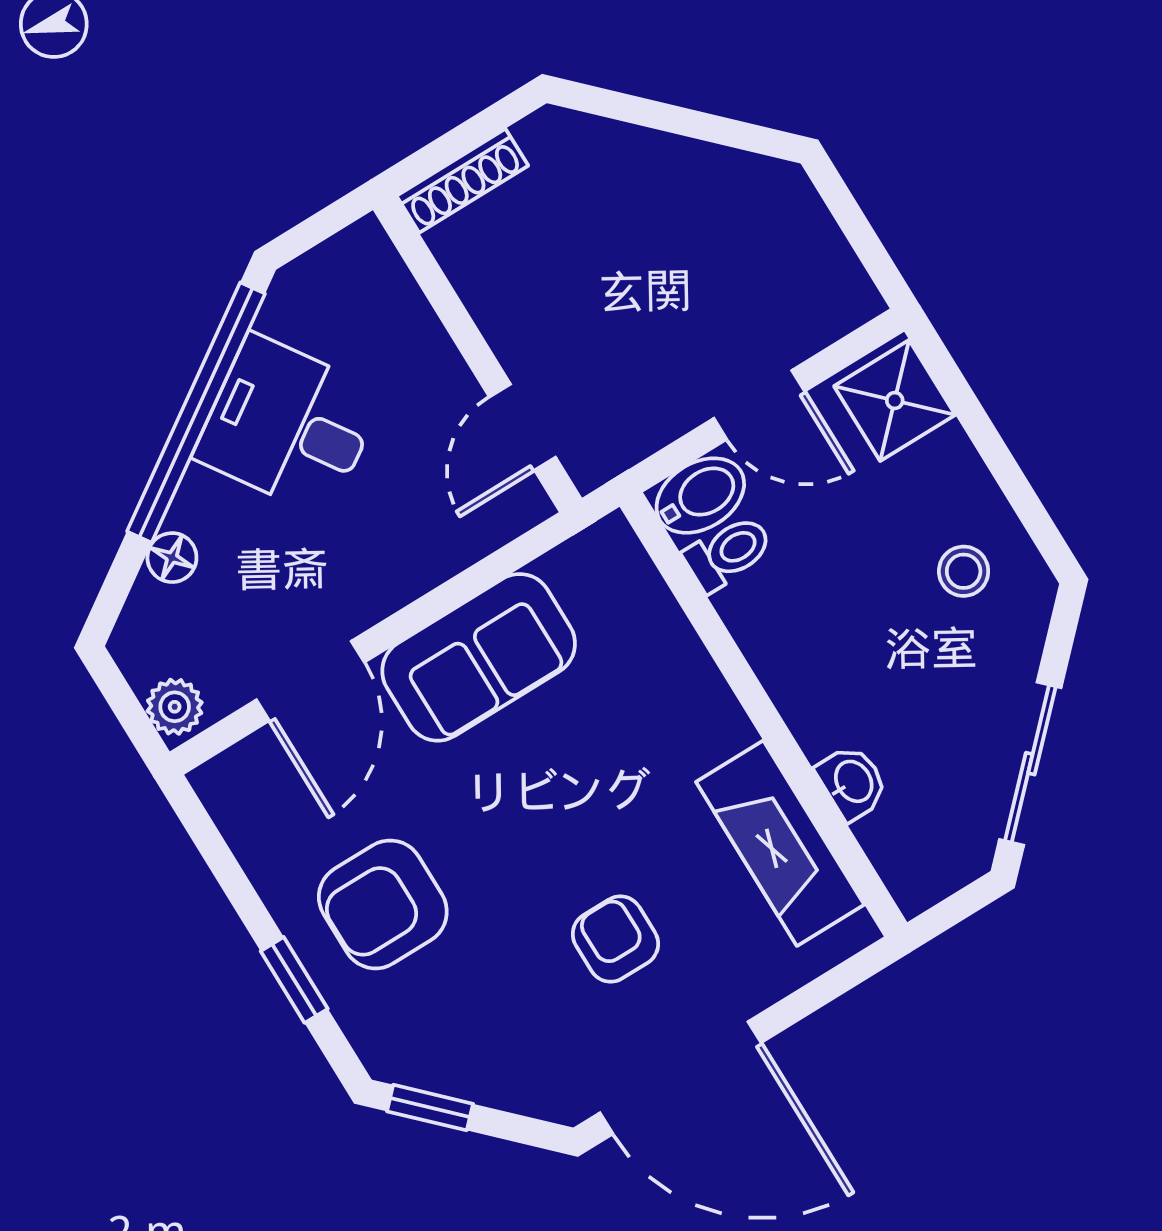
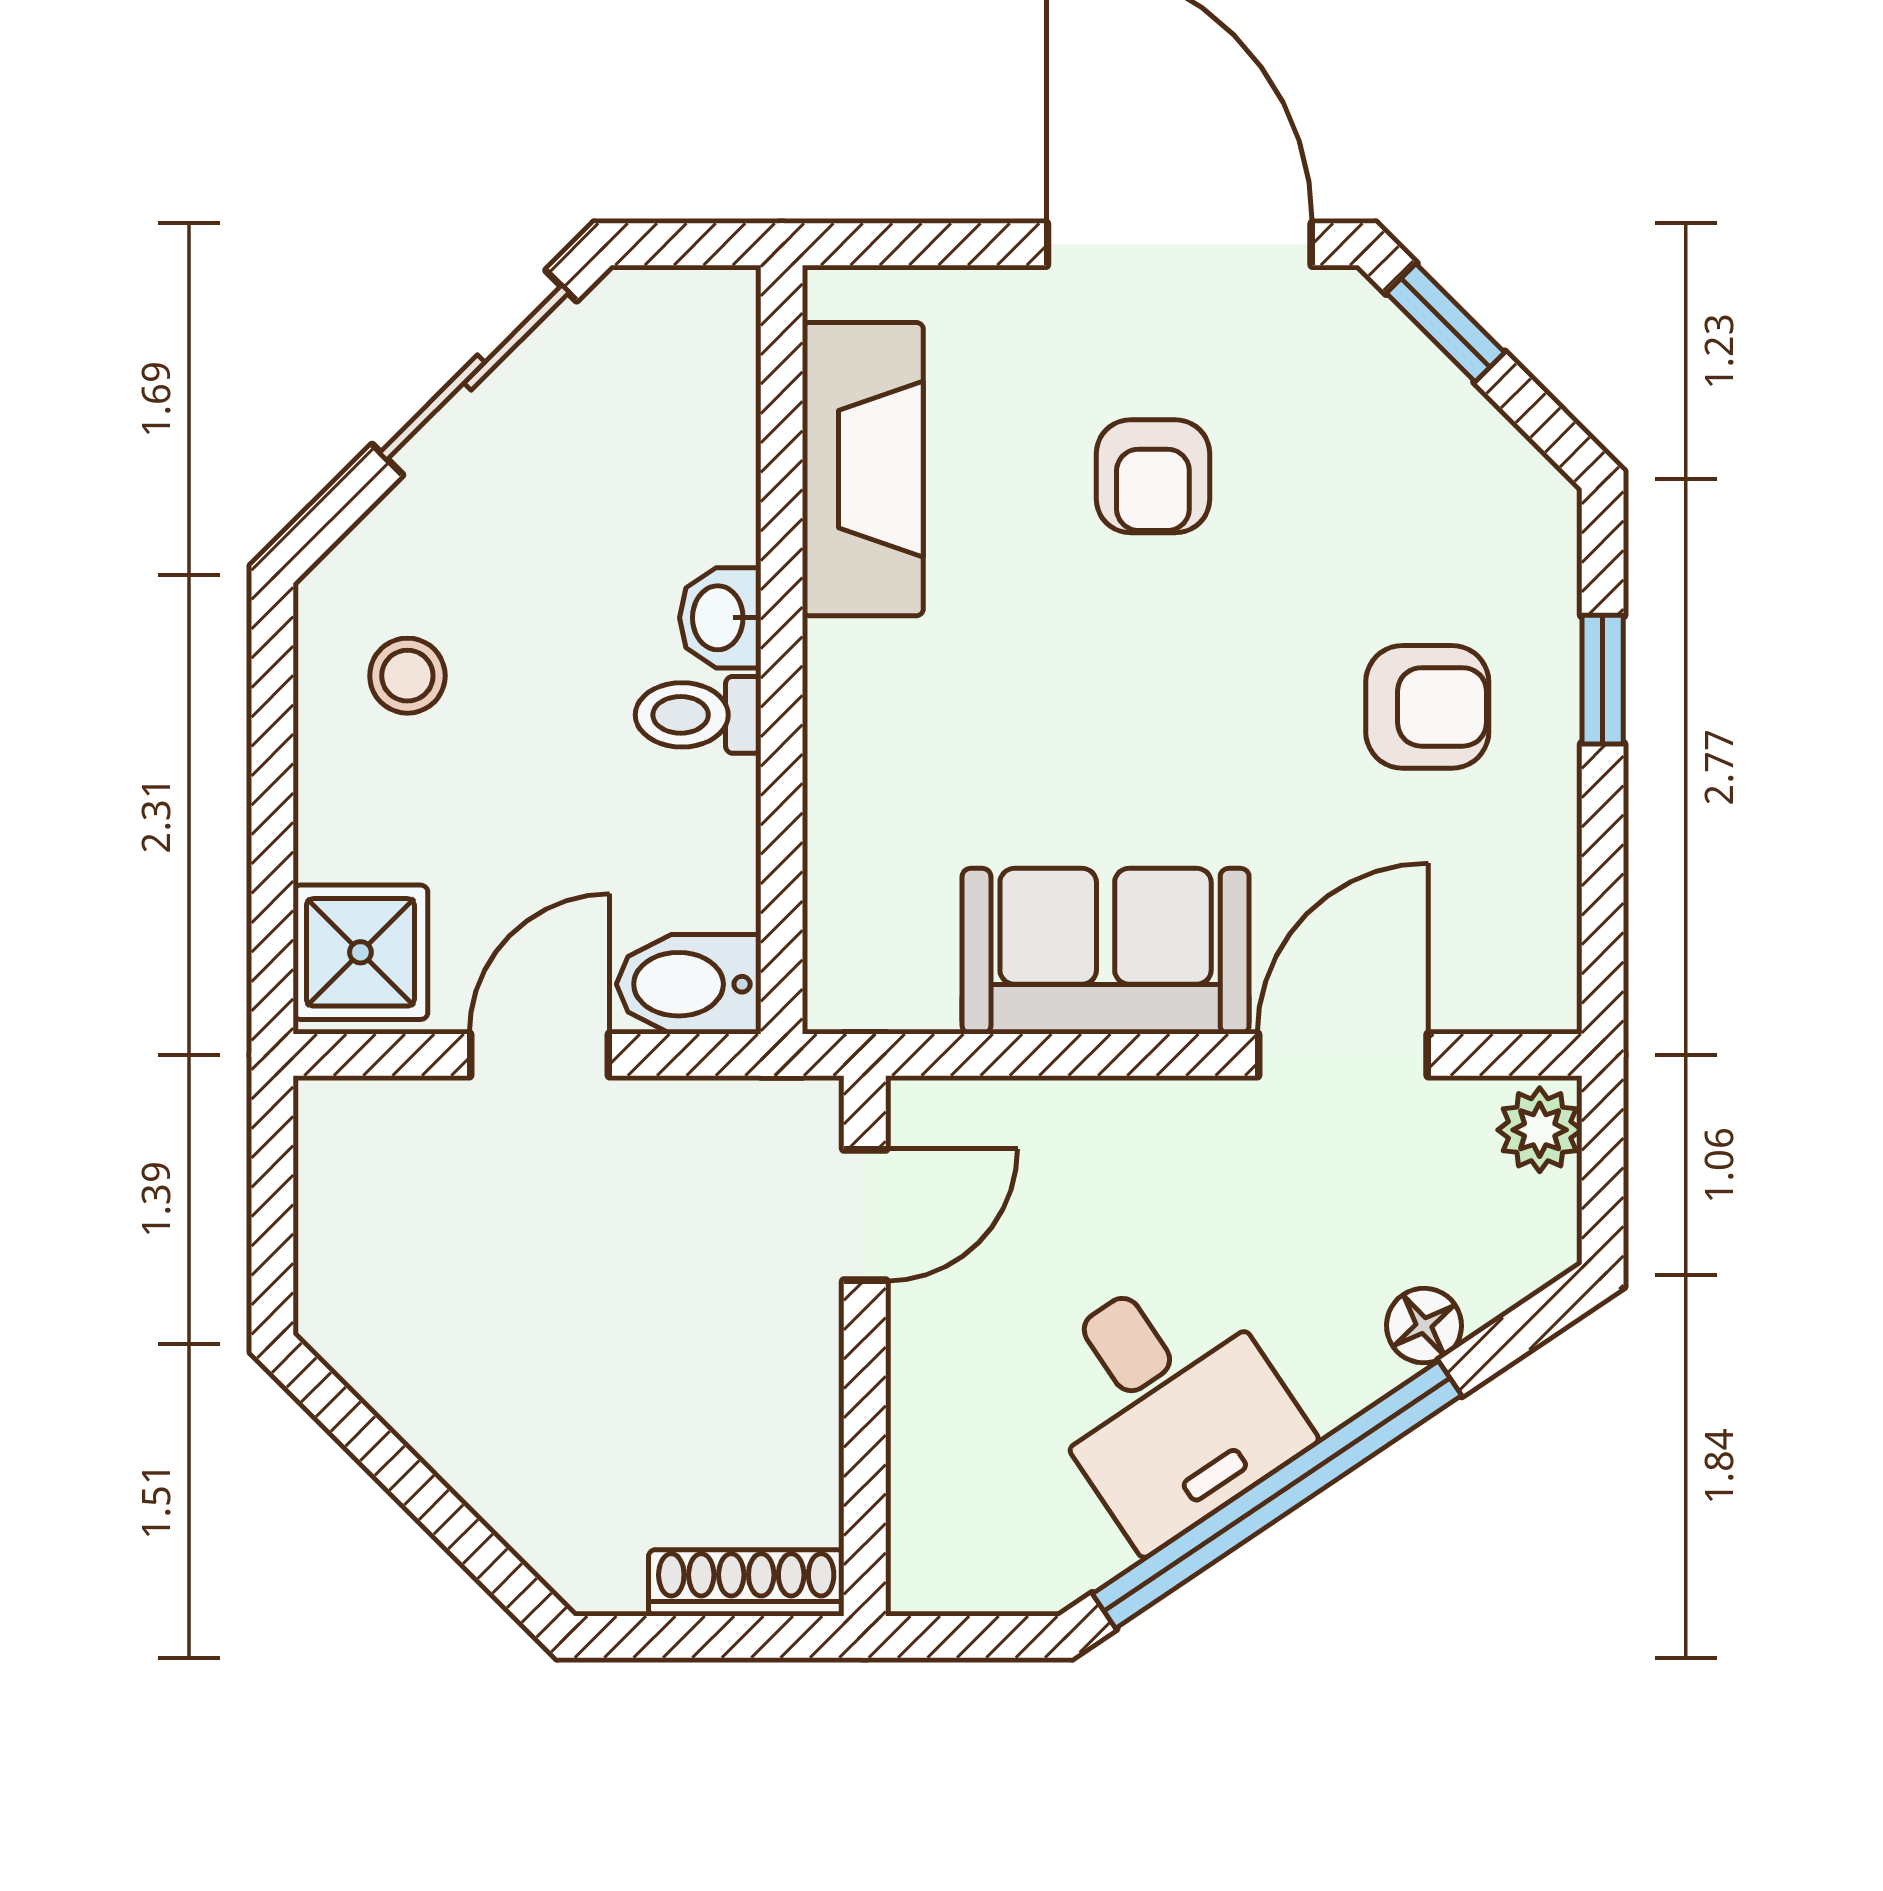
door: (759, 405) -> (540, 1055), hinge flipped
toilet: (728, 553) -> (698, 715), moved
washbasin: (852, 782) -> (720, 618), moved
armchair: (383, 904) -> (1427, 707), width x0.72, depth x0.72
window: (430, 1108) -> (1445, 323), moved

